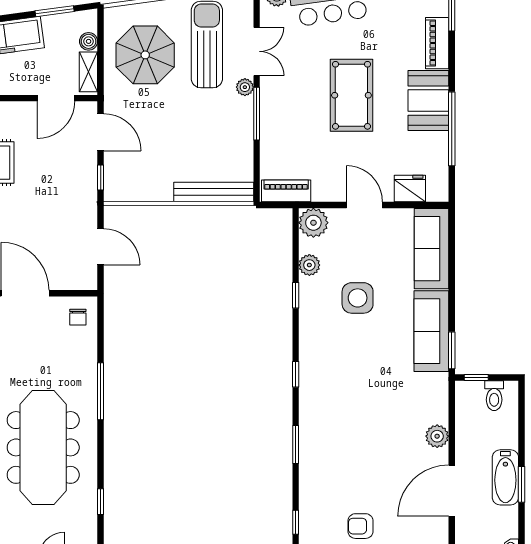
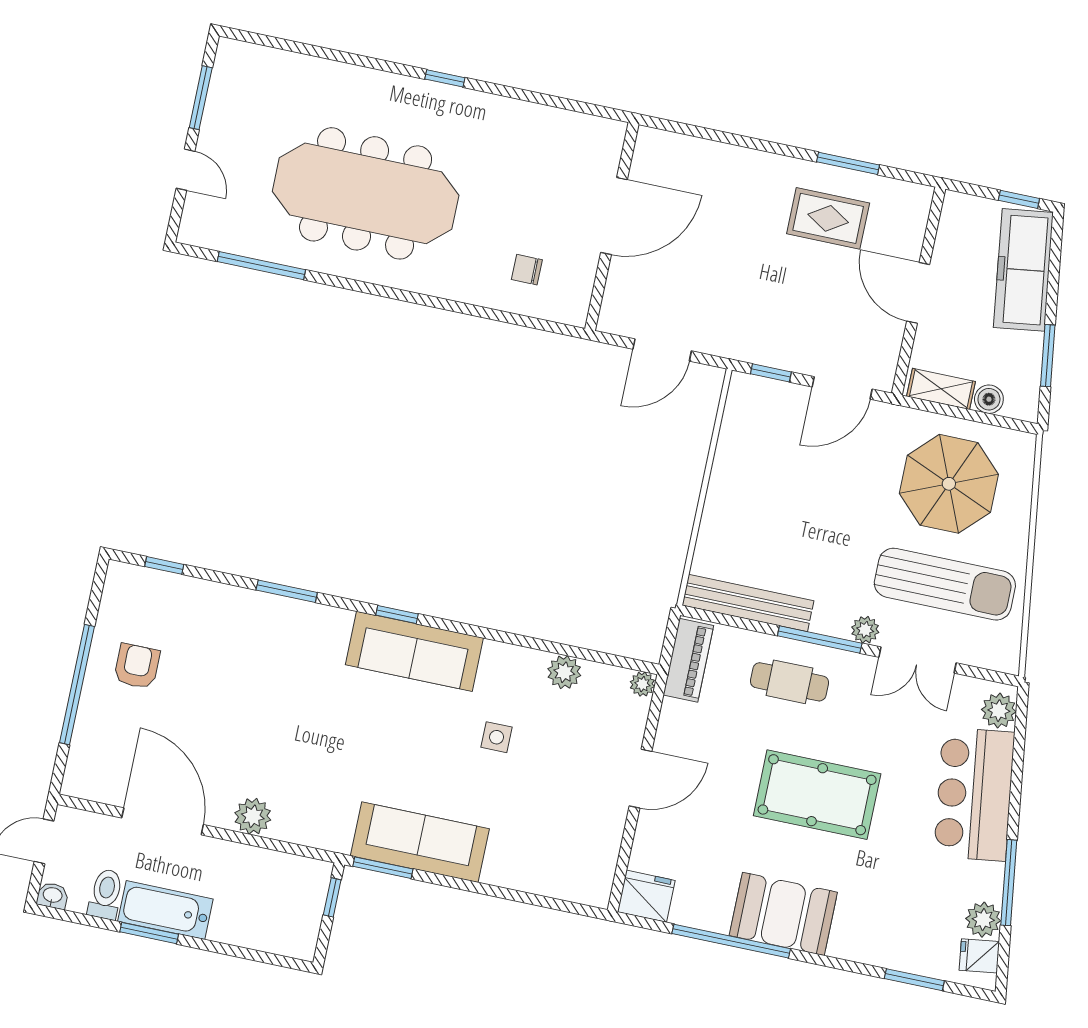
piano: (437, 43) -> (871, 947), removed
door: (56, 98) -> (918, 293), moved
cafe table: (286, 127) -> (789, 682), added
fridge: (410, 188) -> (646, 896), moved, turned -90
bench: (214, 192) -> (748, 603), moved, turned 90
plant: (313, 223) -> (642, 684), width x0.53, depth x0.53
sofa: (431, 249) -> (414, 651), moved, turned 180
window: (296, 295) -> (521, 641), removed
side table: (358, 298) -> (497, 737), width x0.54, depth x0.54
chair: (78, 317) -> (527, 270), moved
window: (101, 391) -> (435, 302), removed
toilet: (494, 396) -> (106, 894), moved, turned 90
window: (101, 502) -> (261, 266), width x2.17

